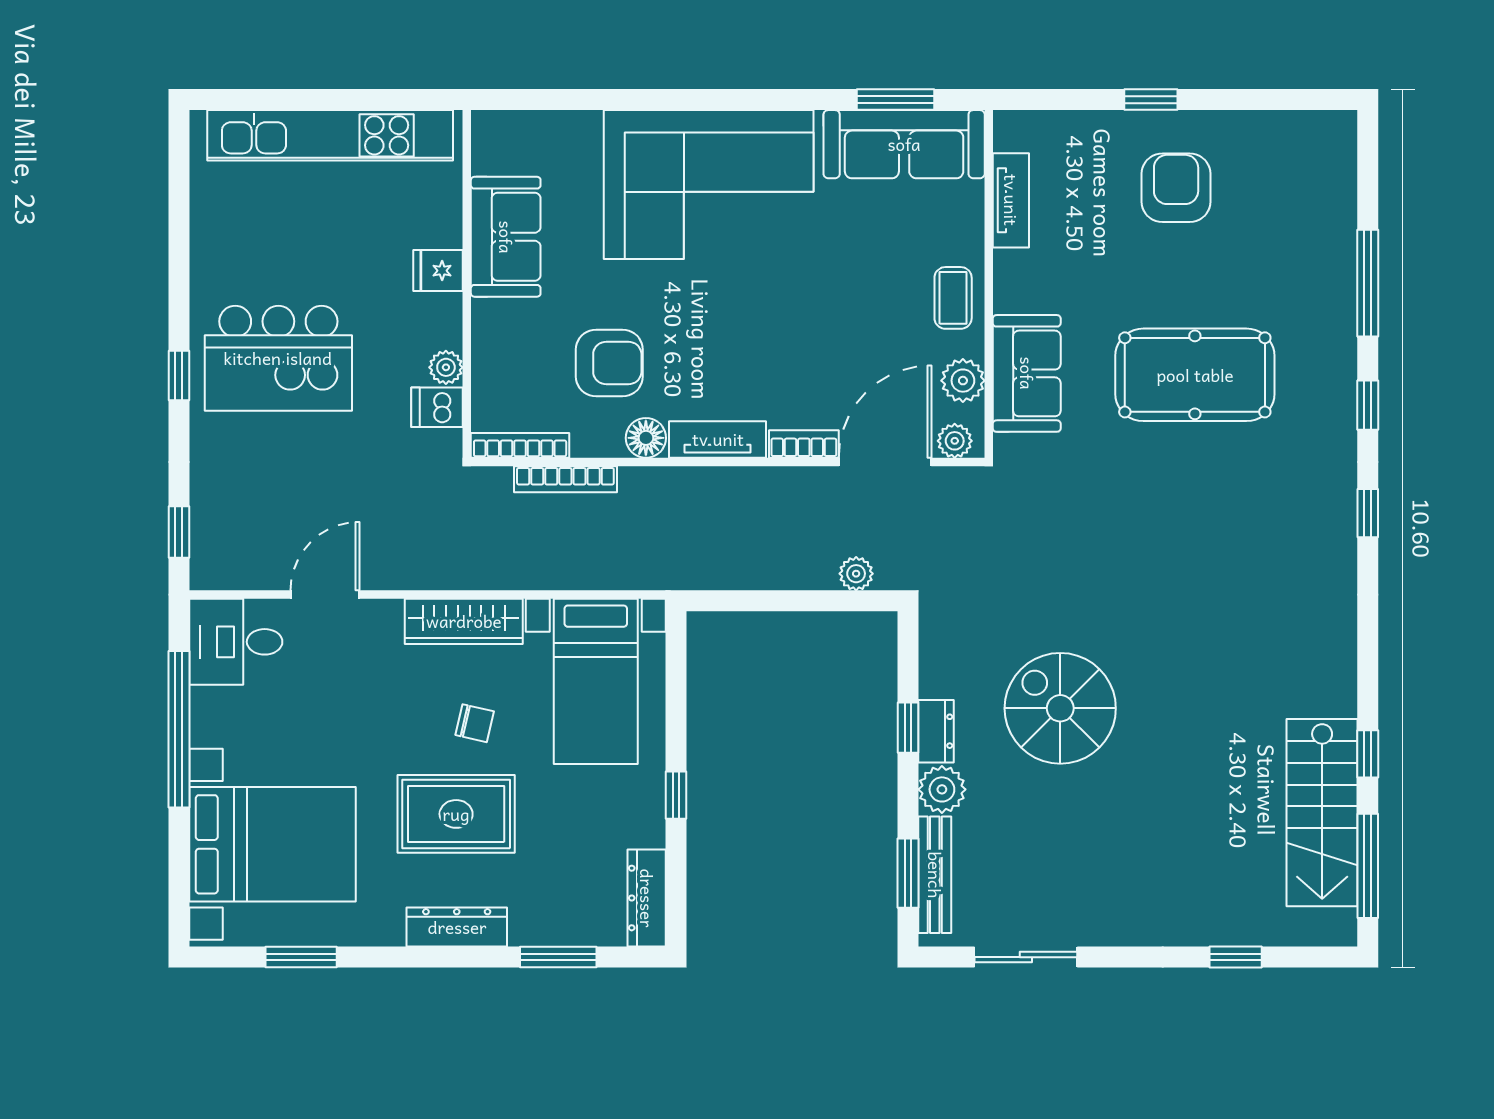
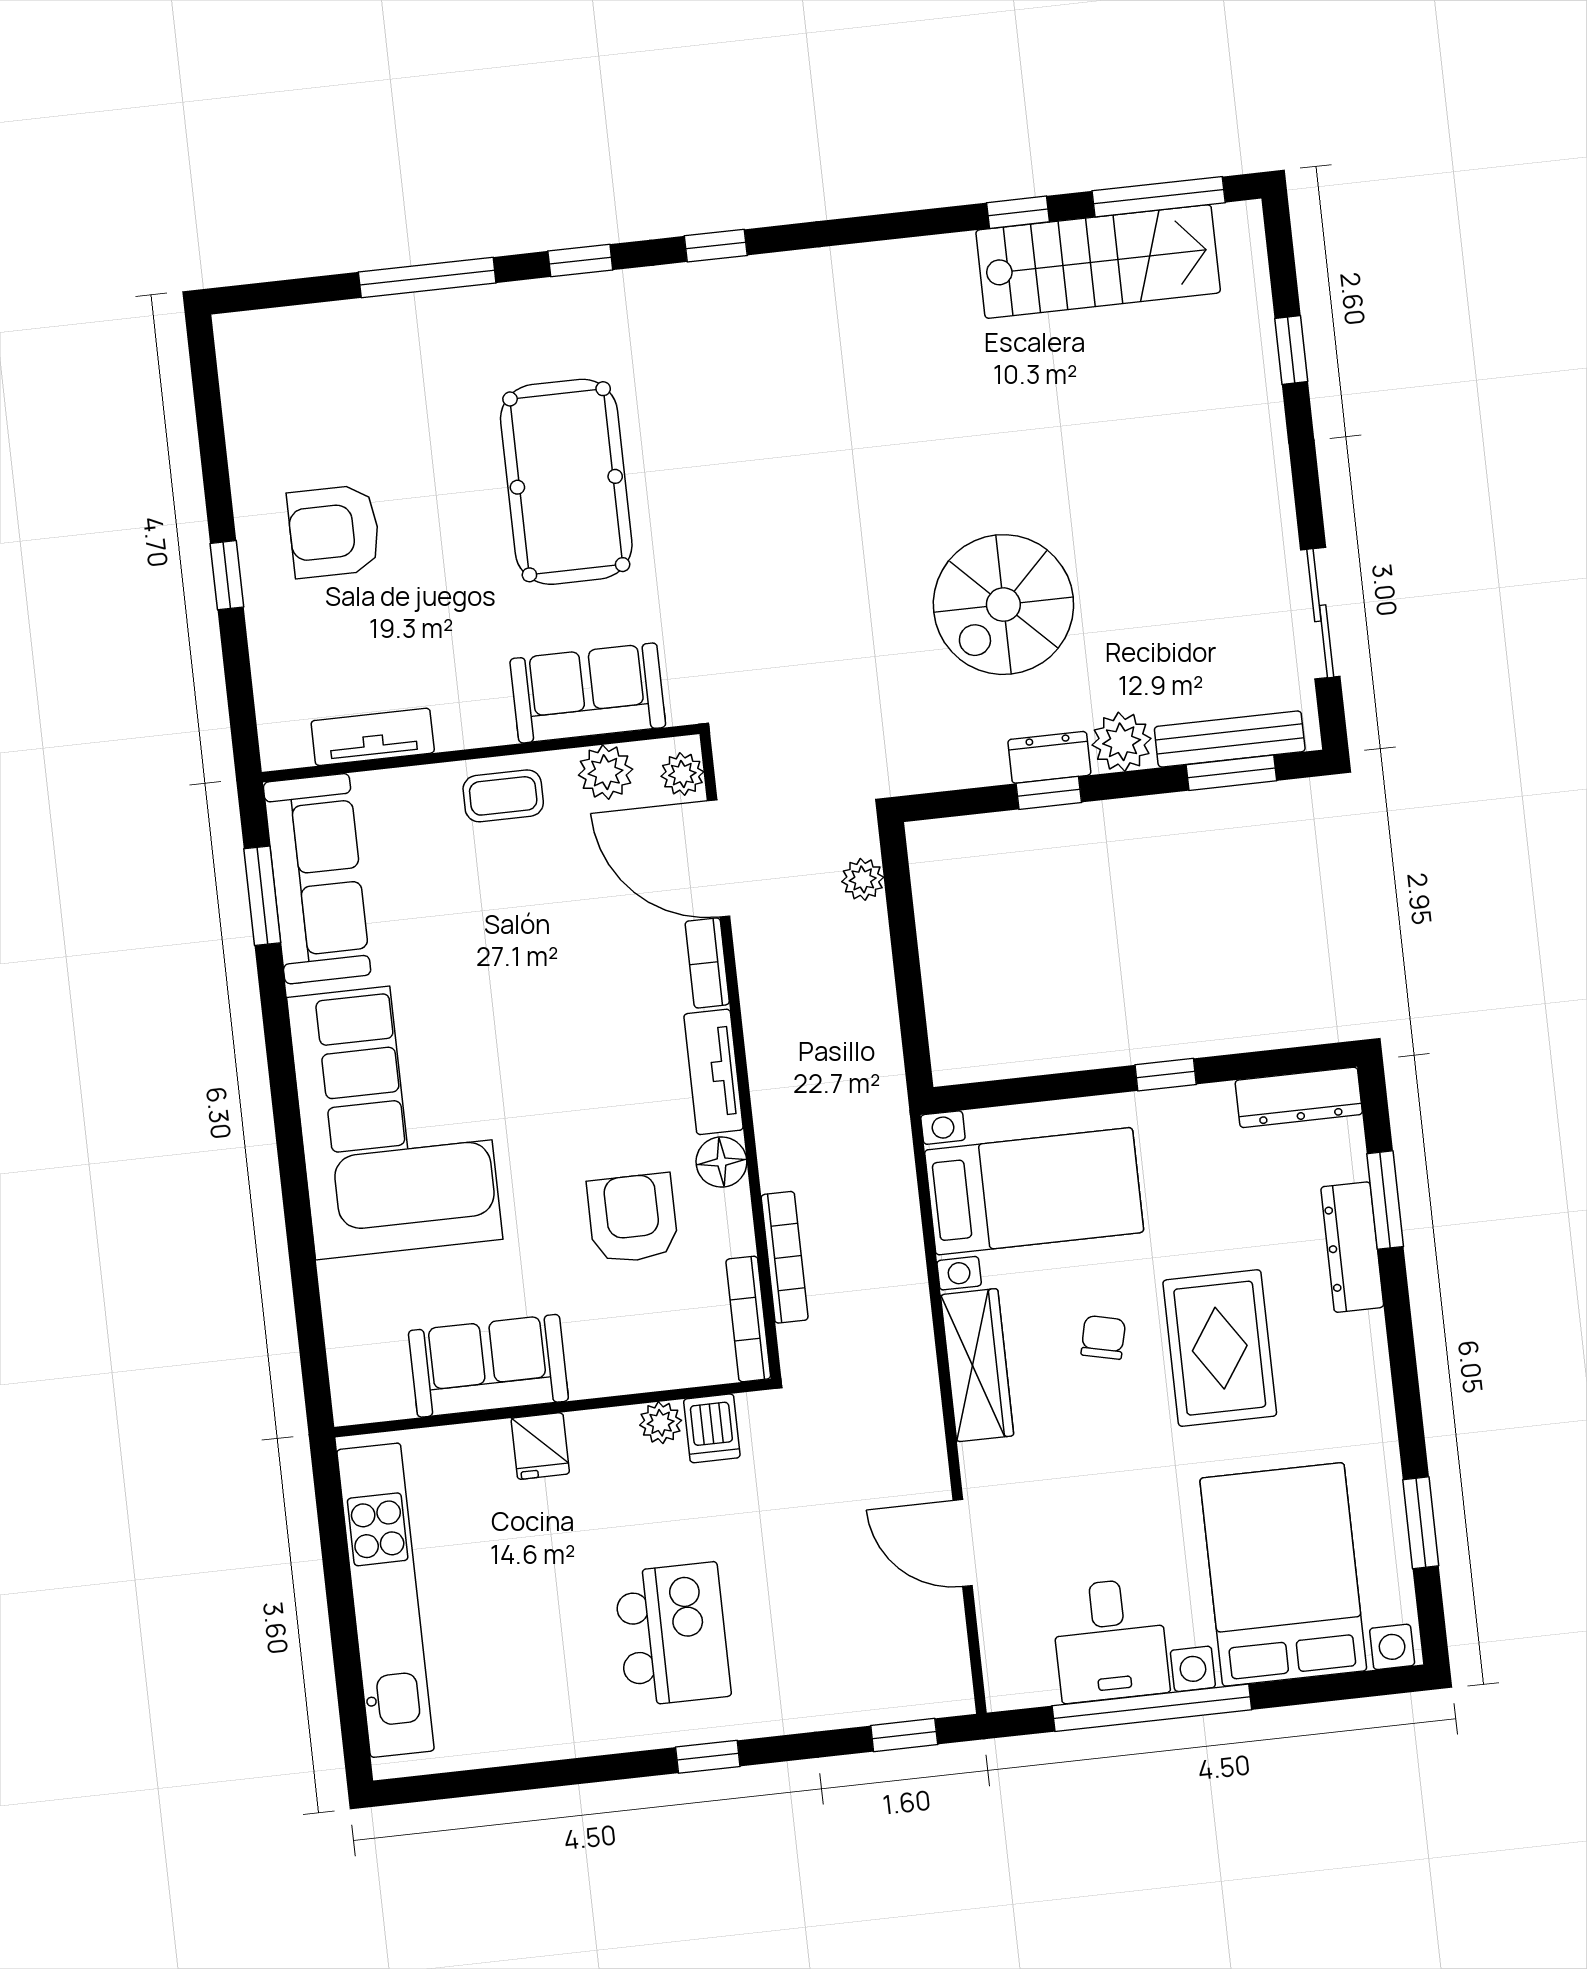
kitchen island: (278, 358) -> (672, 1634), width x0.73, depth x0.78
desk: (236, 642) -> (1110, 1640), moved
dresser: (457, 927) -> (1352, 1247), moved

